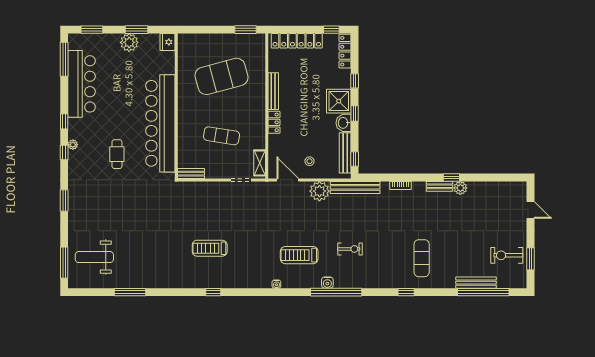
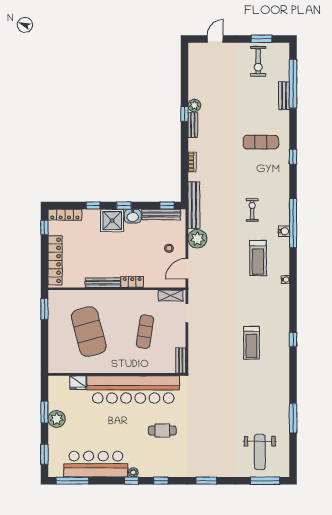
fridge: (168, 42) -> (78, 383), moved
plant: (73, 145) -> (133, 472), moved
bench: (476, 283) -> (284, 96), width x0.73

